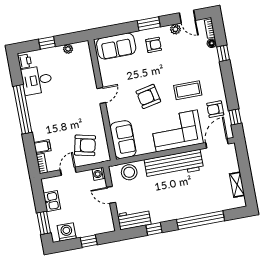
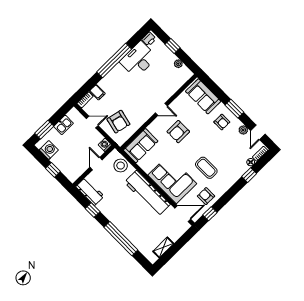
desk: (37, 80) -> (138, 60), width x1.37
armchair: (148, 96) -> (178, 132), moved, turned -78

